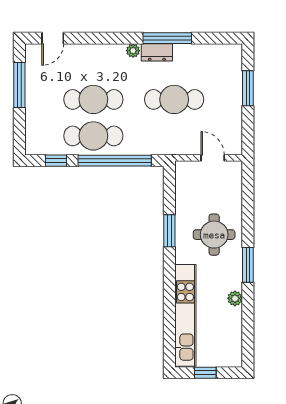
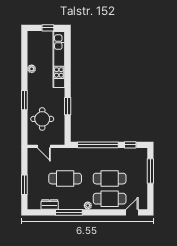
dresser: (157, 52) -> (50, 204), moved
window: (19, 85) -> (150, 171), moved
cafe table: (93, 136) -> (110, 199), moved
round table: (214, 235) -> (42, 119), moved
window: (248, 265) -> (24, 100), moved

